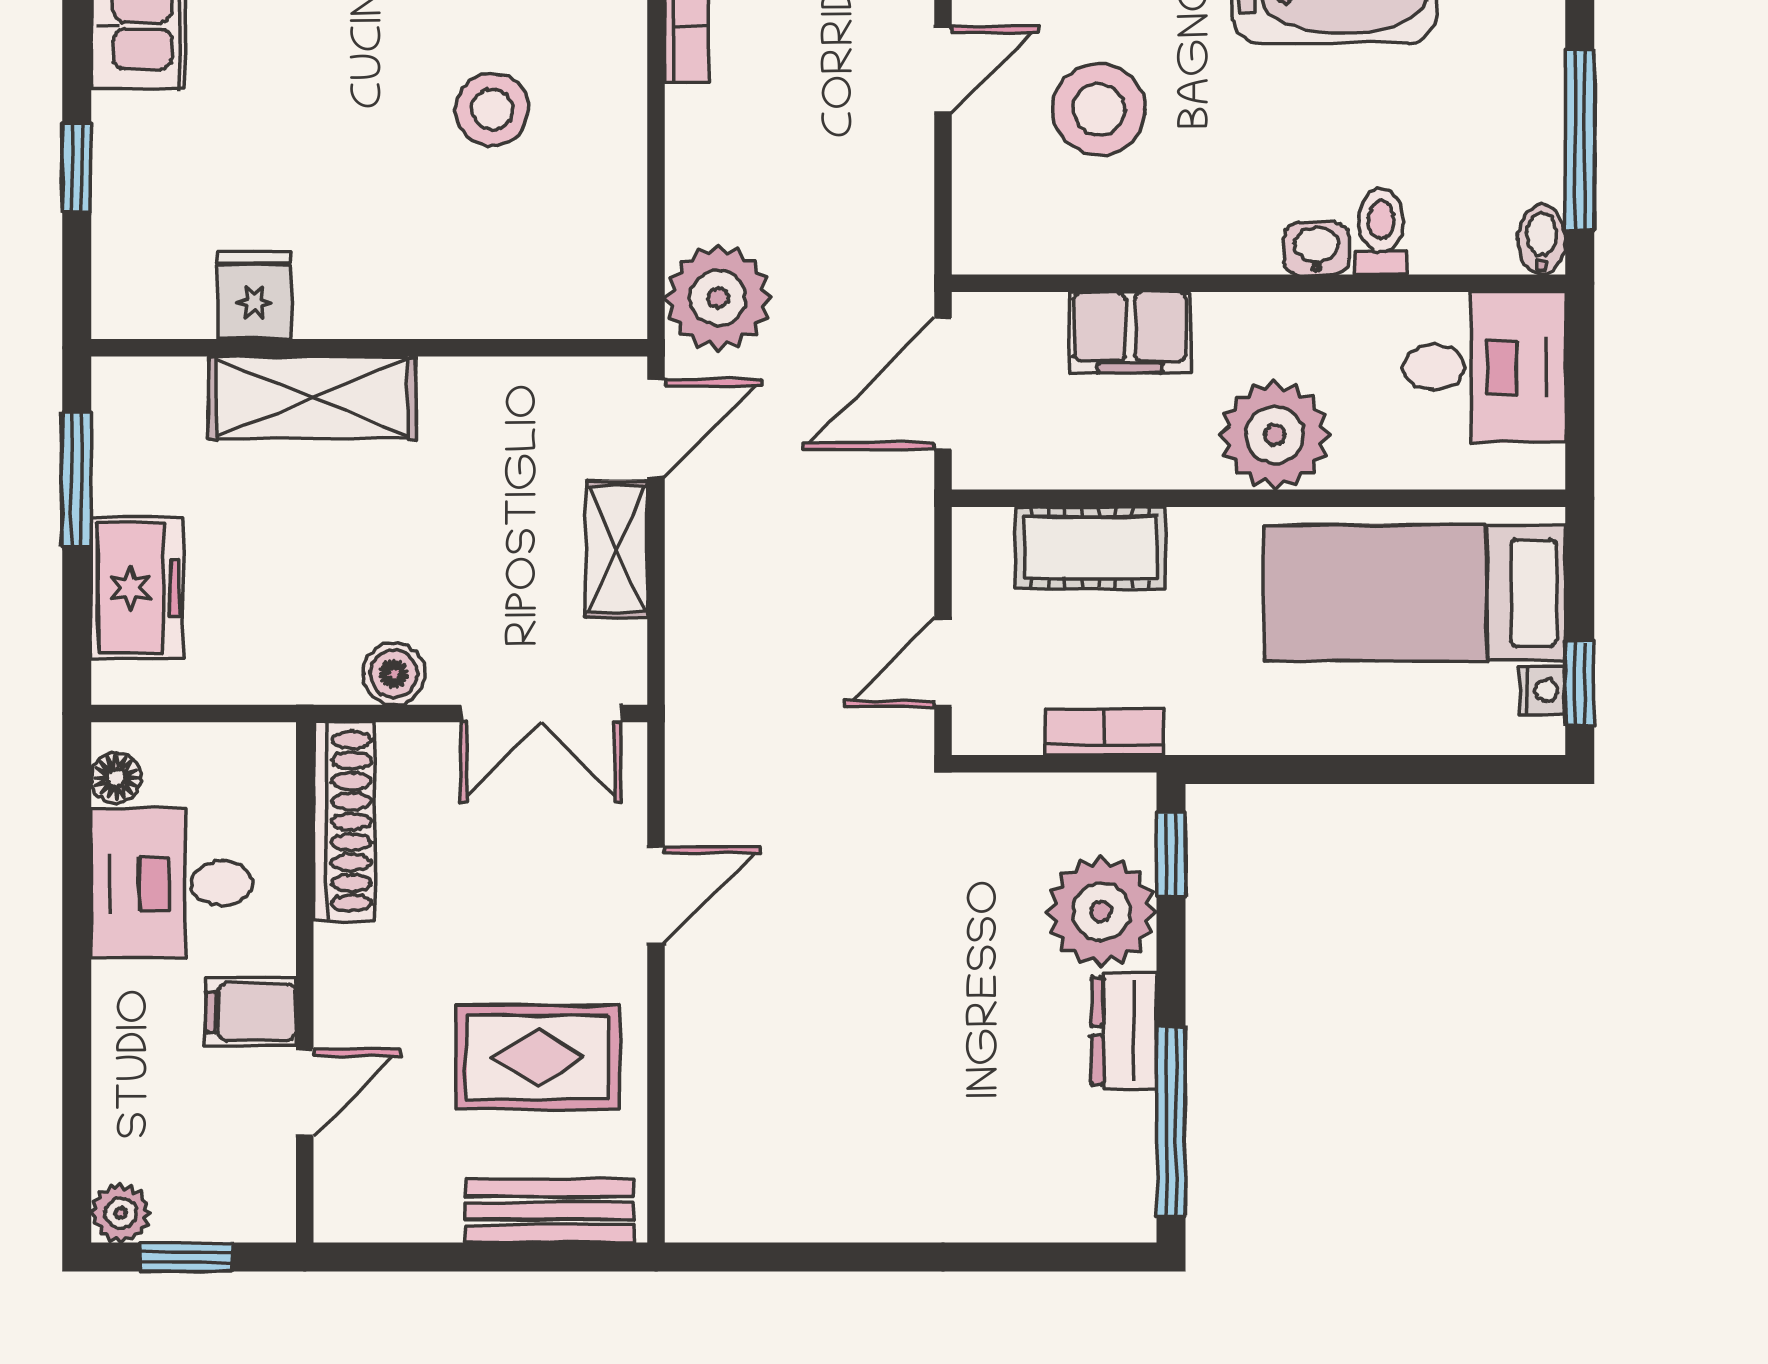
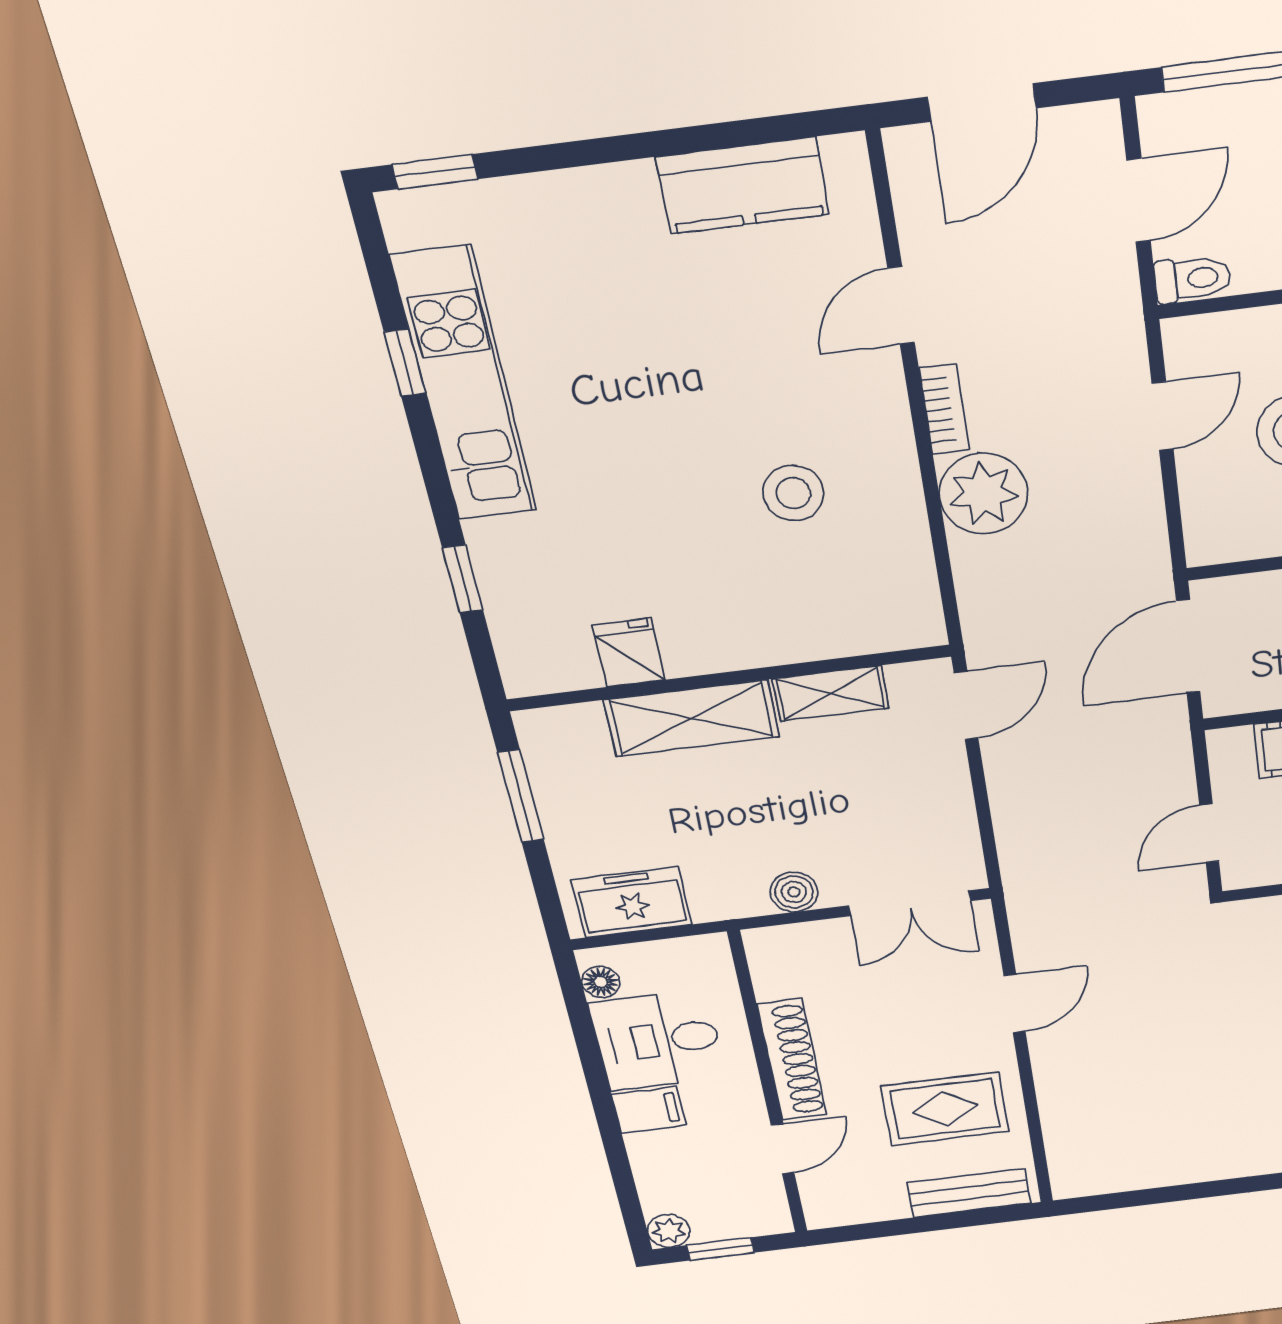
plant: (718, 298) -> (984, 494), moved
shelving: (617, 549) -> (831, 693), moved, turned 90
freezer: (137, 588) -> (632, 902), moved, turned -90
shoe rack: (344, 822) -> (792, 1060), moved
filing cabinet: (251, 1012) -> (649, 1110), moved, turned 180

